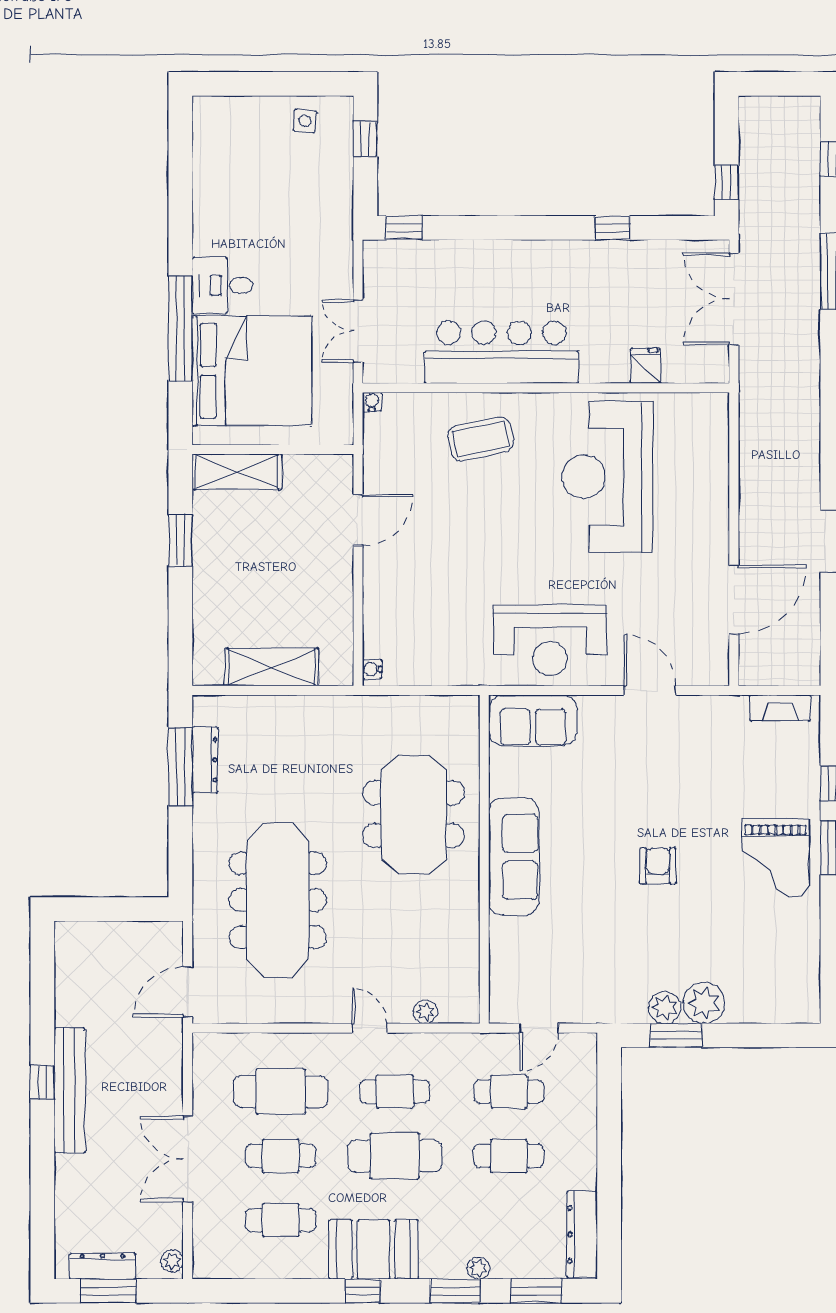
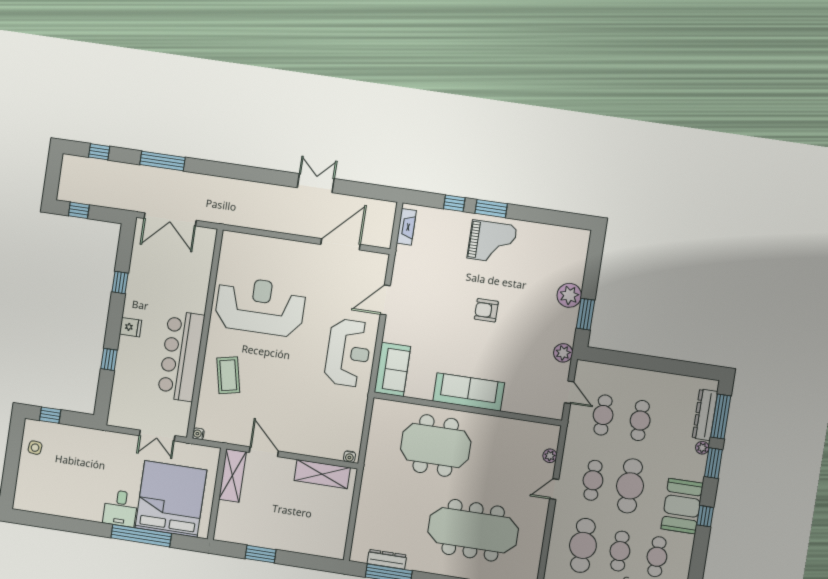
window: (727, 182) -> (79, 210), moved
window: (404, 228) -> (109, 359), moved
fridge: (645, 366) -> (131, 327), moved, turned 180
shelving: (237, 472) -> (232, 475), moved
reception desk: (607, 477) -> (260, 306), turned 180
door: (734, 599) -> (341, 244), hinge flipped
shelving: (272, 667) -> (322, 474), moved, turned 90
plant: (665, 1008) -> (563, 353), moved
dresser: (582, 1234) -> (705, 415), moved, turned 90
window: (536, 1291) -> (721, 417), width x1.44

